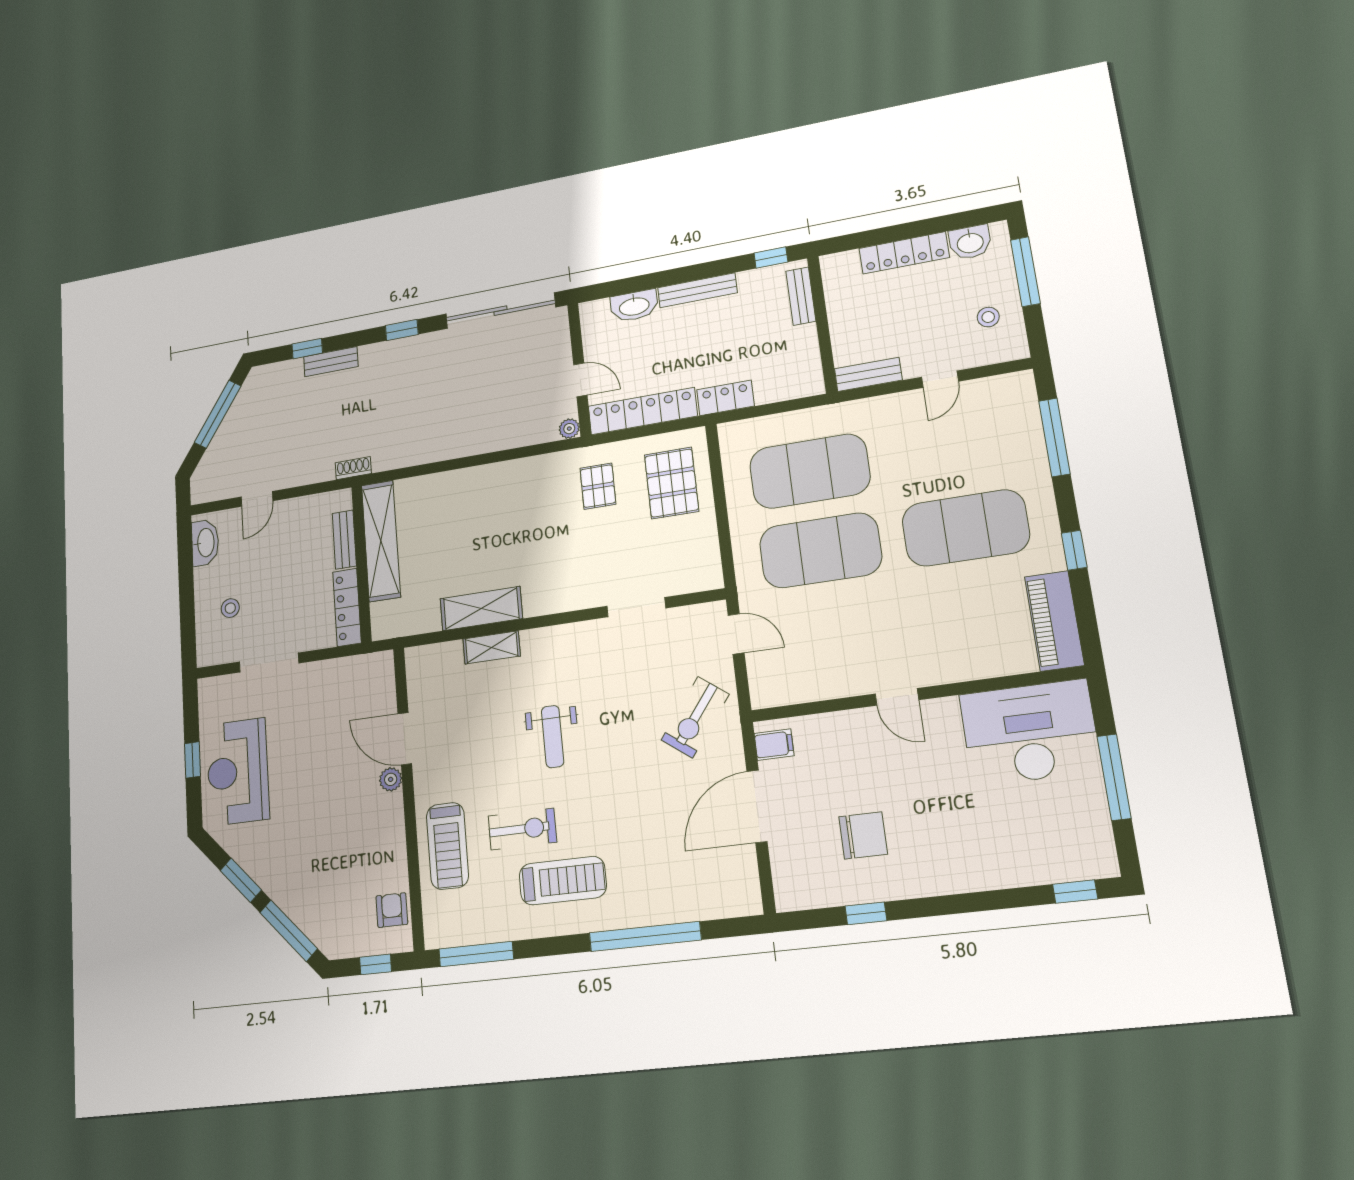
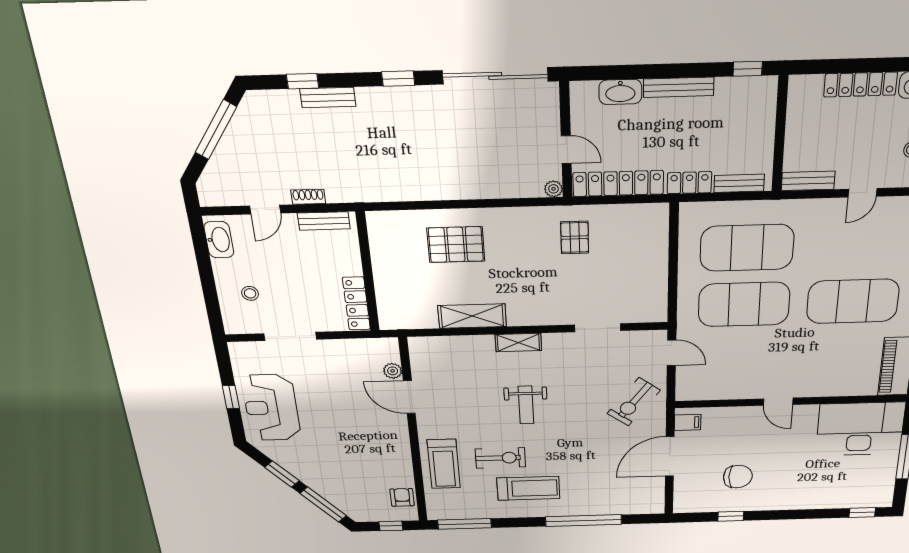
bench: (801, 296) -> (739, 183), moved, turned 90
shoe rack: (353, 468) -> (308, 197), moved
pallet: (671, 483) -> (456, 245), moved, turned 90
bench: (344, 540) -> (324, 221), moved, turned 90
shelving: (381, 541) -> (384, 257), removed
shelving: (492, 647) -> (518, 343), moved
plant: (391, 779) -> (393, 371), moved

